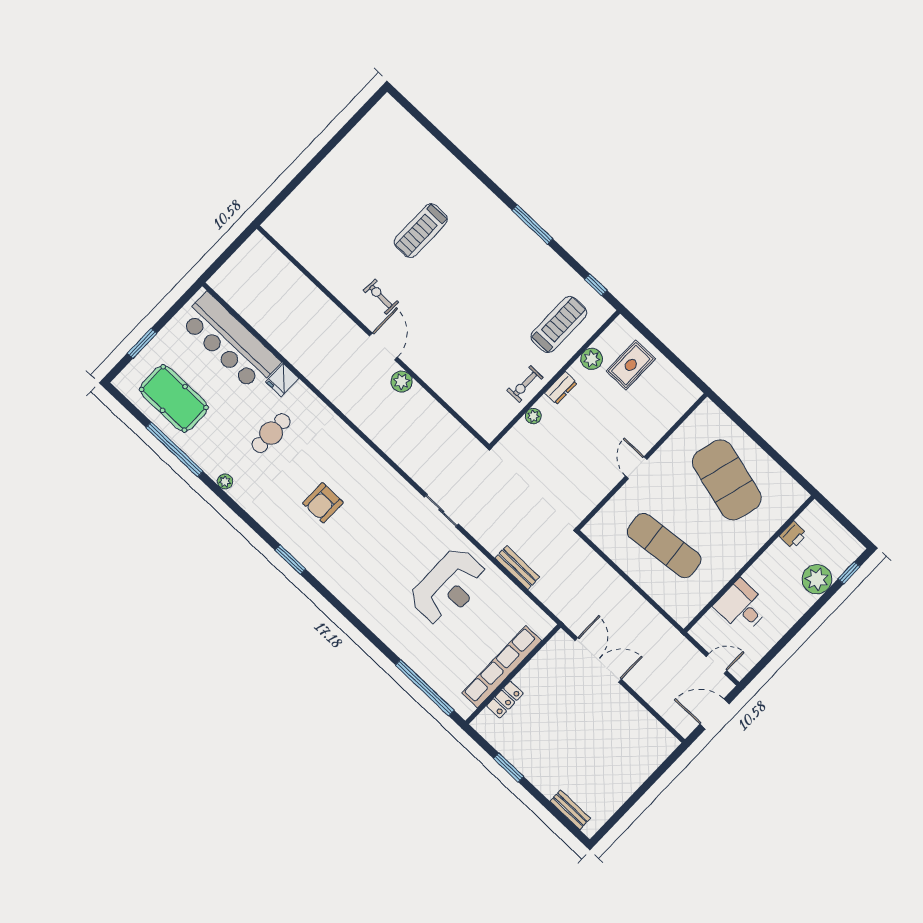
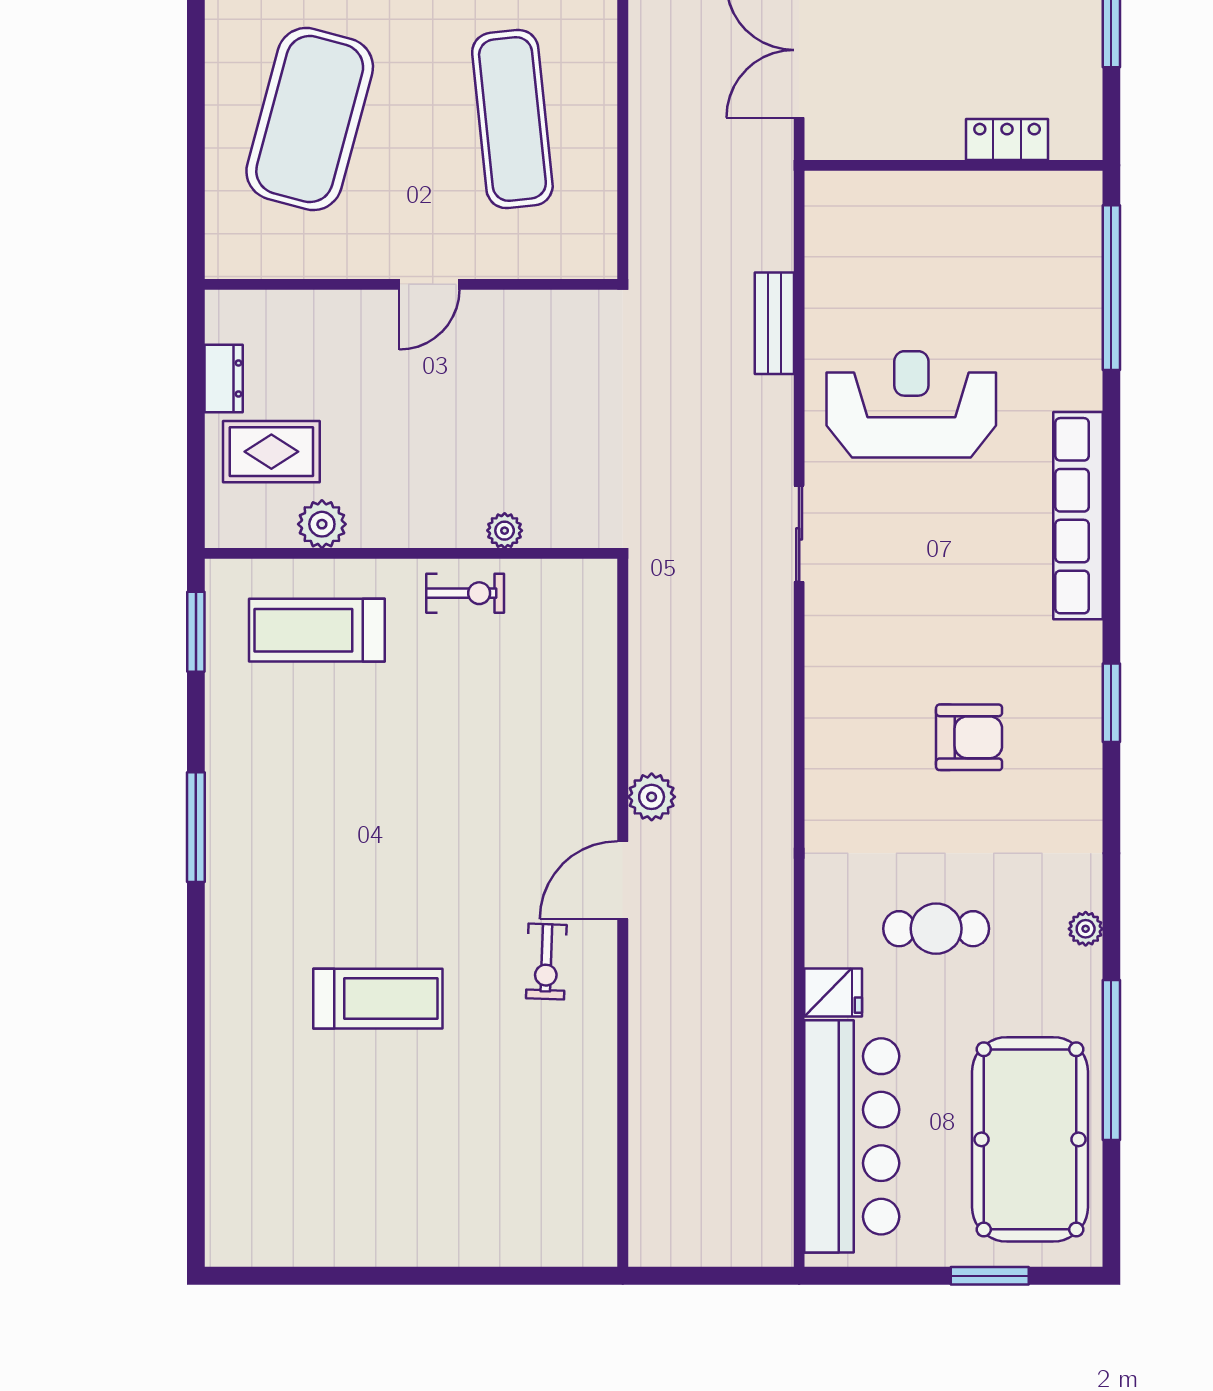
window: (596, 285) -> (196, 632), width x1.50
dresser: (561, 388) -> (224, 378), moved, turned 90
pool table: (174, 398) -> (1030, 1139), width x1.36, depth x1.32
row of seats: (502, 667) -> (1078, 516), moved, turned 90

